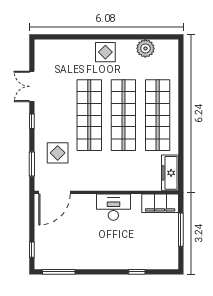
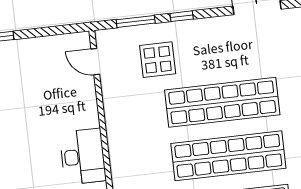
window: (32, 121) -> (182, 16), moved
door: (54, 192) -> (95, 62), width x0.53

